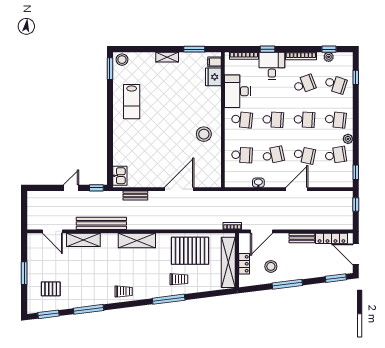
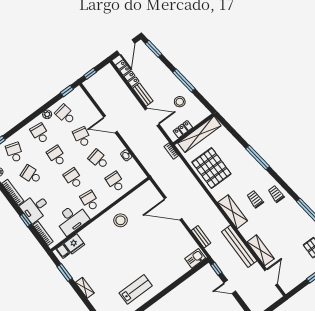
door: (262, 231) -> (152, 117), moved
locker: (244, 264) -> (183, 129), moved
trolley: (179, 279) -> (255, 199), moved

